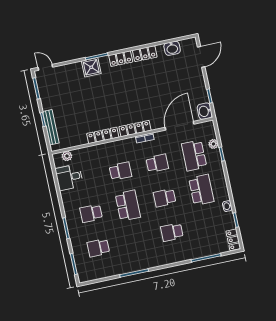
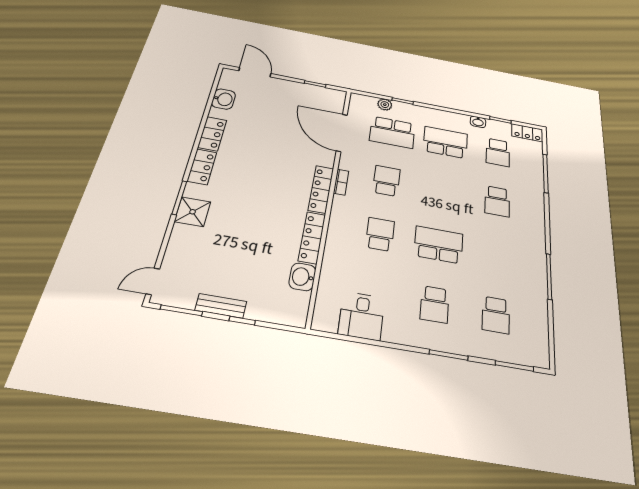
washbasin: (205, 111) -> (302, 277), moved, turned 90
bench: (51, 127) -> (221, 306), moved, width x0.73
plant: (67, 156) -> (324, 305), removed
school desk: (165, 198) -> (498, 152), moved

